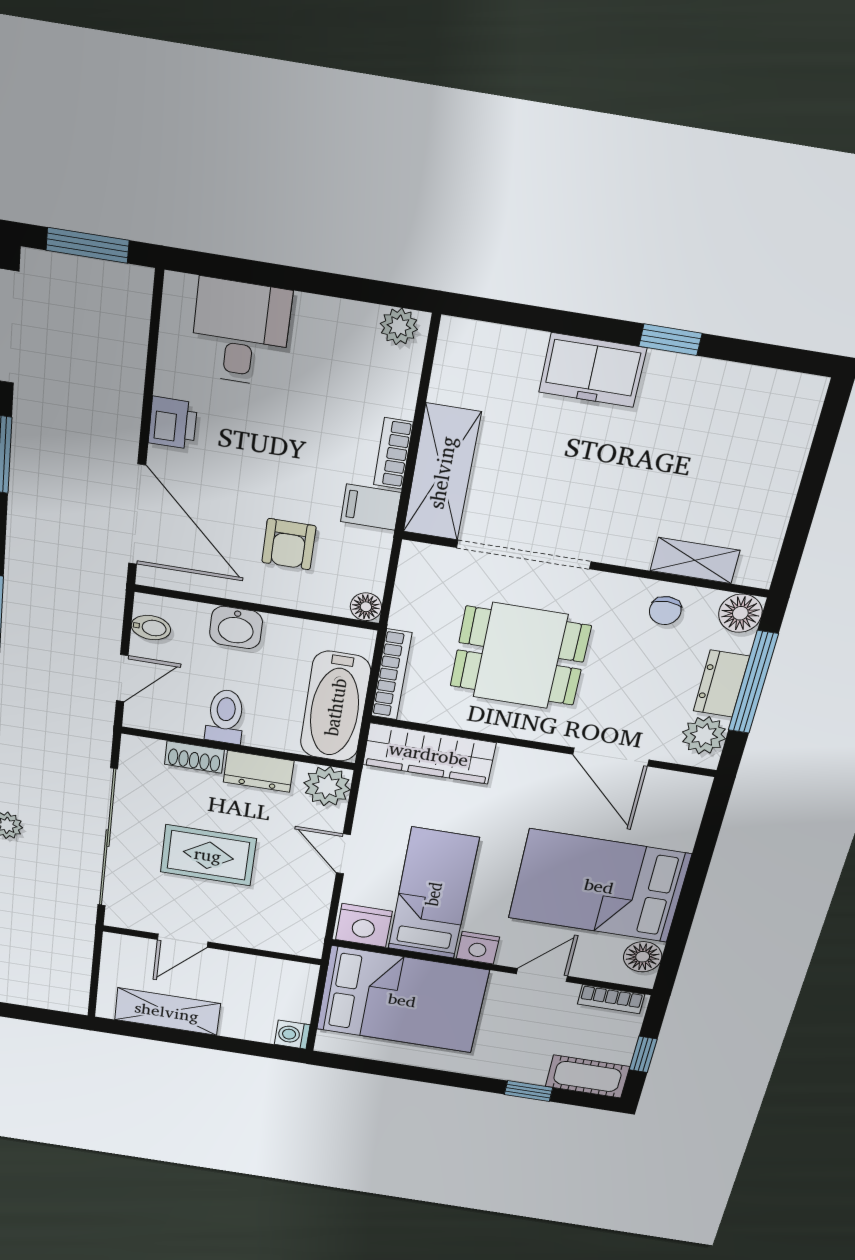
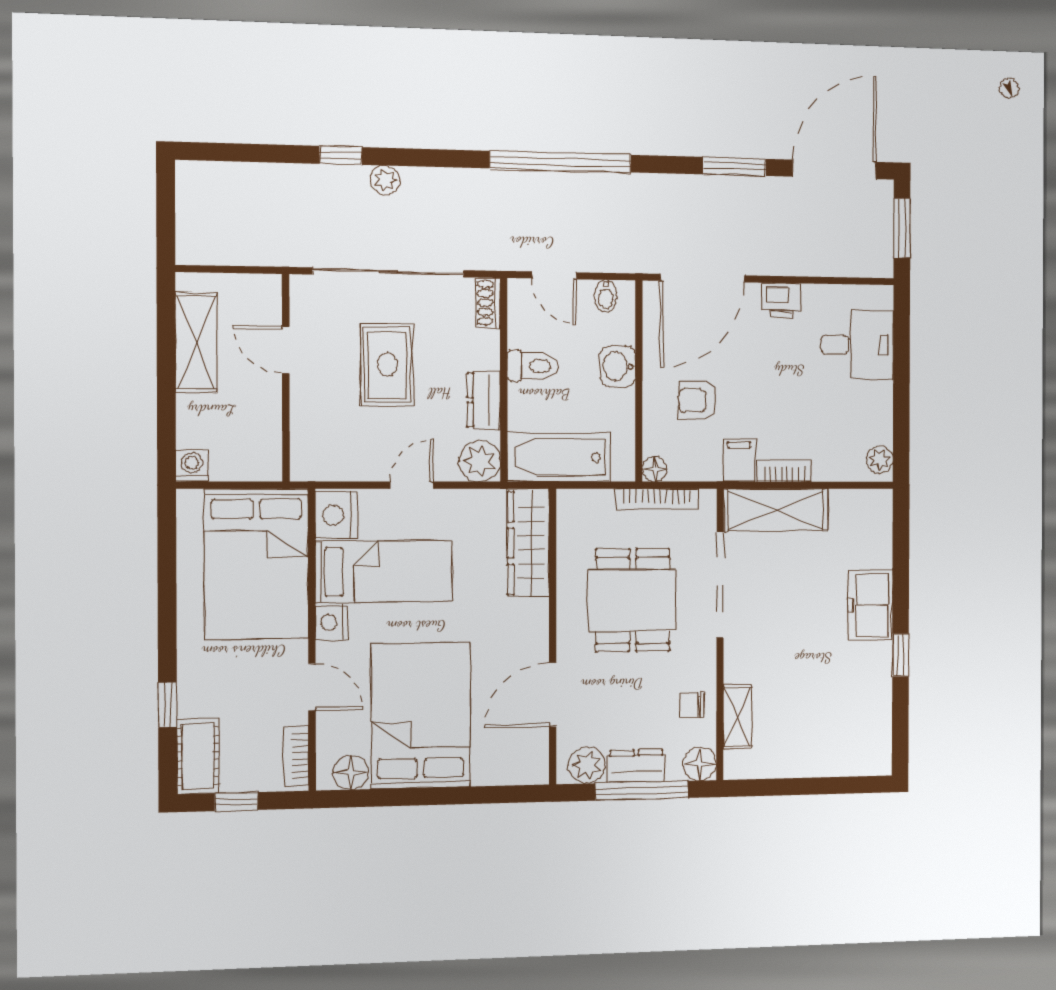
bookcase: (392, 675) -> (657, 499), moved
shoe rack: (194, 757) -> (488, 303), moved

